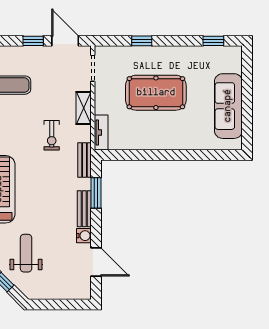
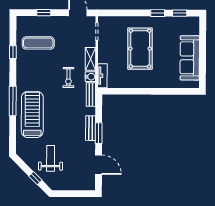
window: (33, 41) -> (44, 13), moved
window: (142, 41) -> (158, 13), moved
pool table: (156, 93) -> (140, 49), turned 90
window: (96, 193) -> (99, 133), moved
water cooler: (84, 236) -> (90, 77), moved

